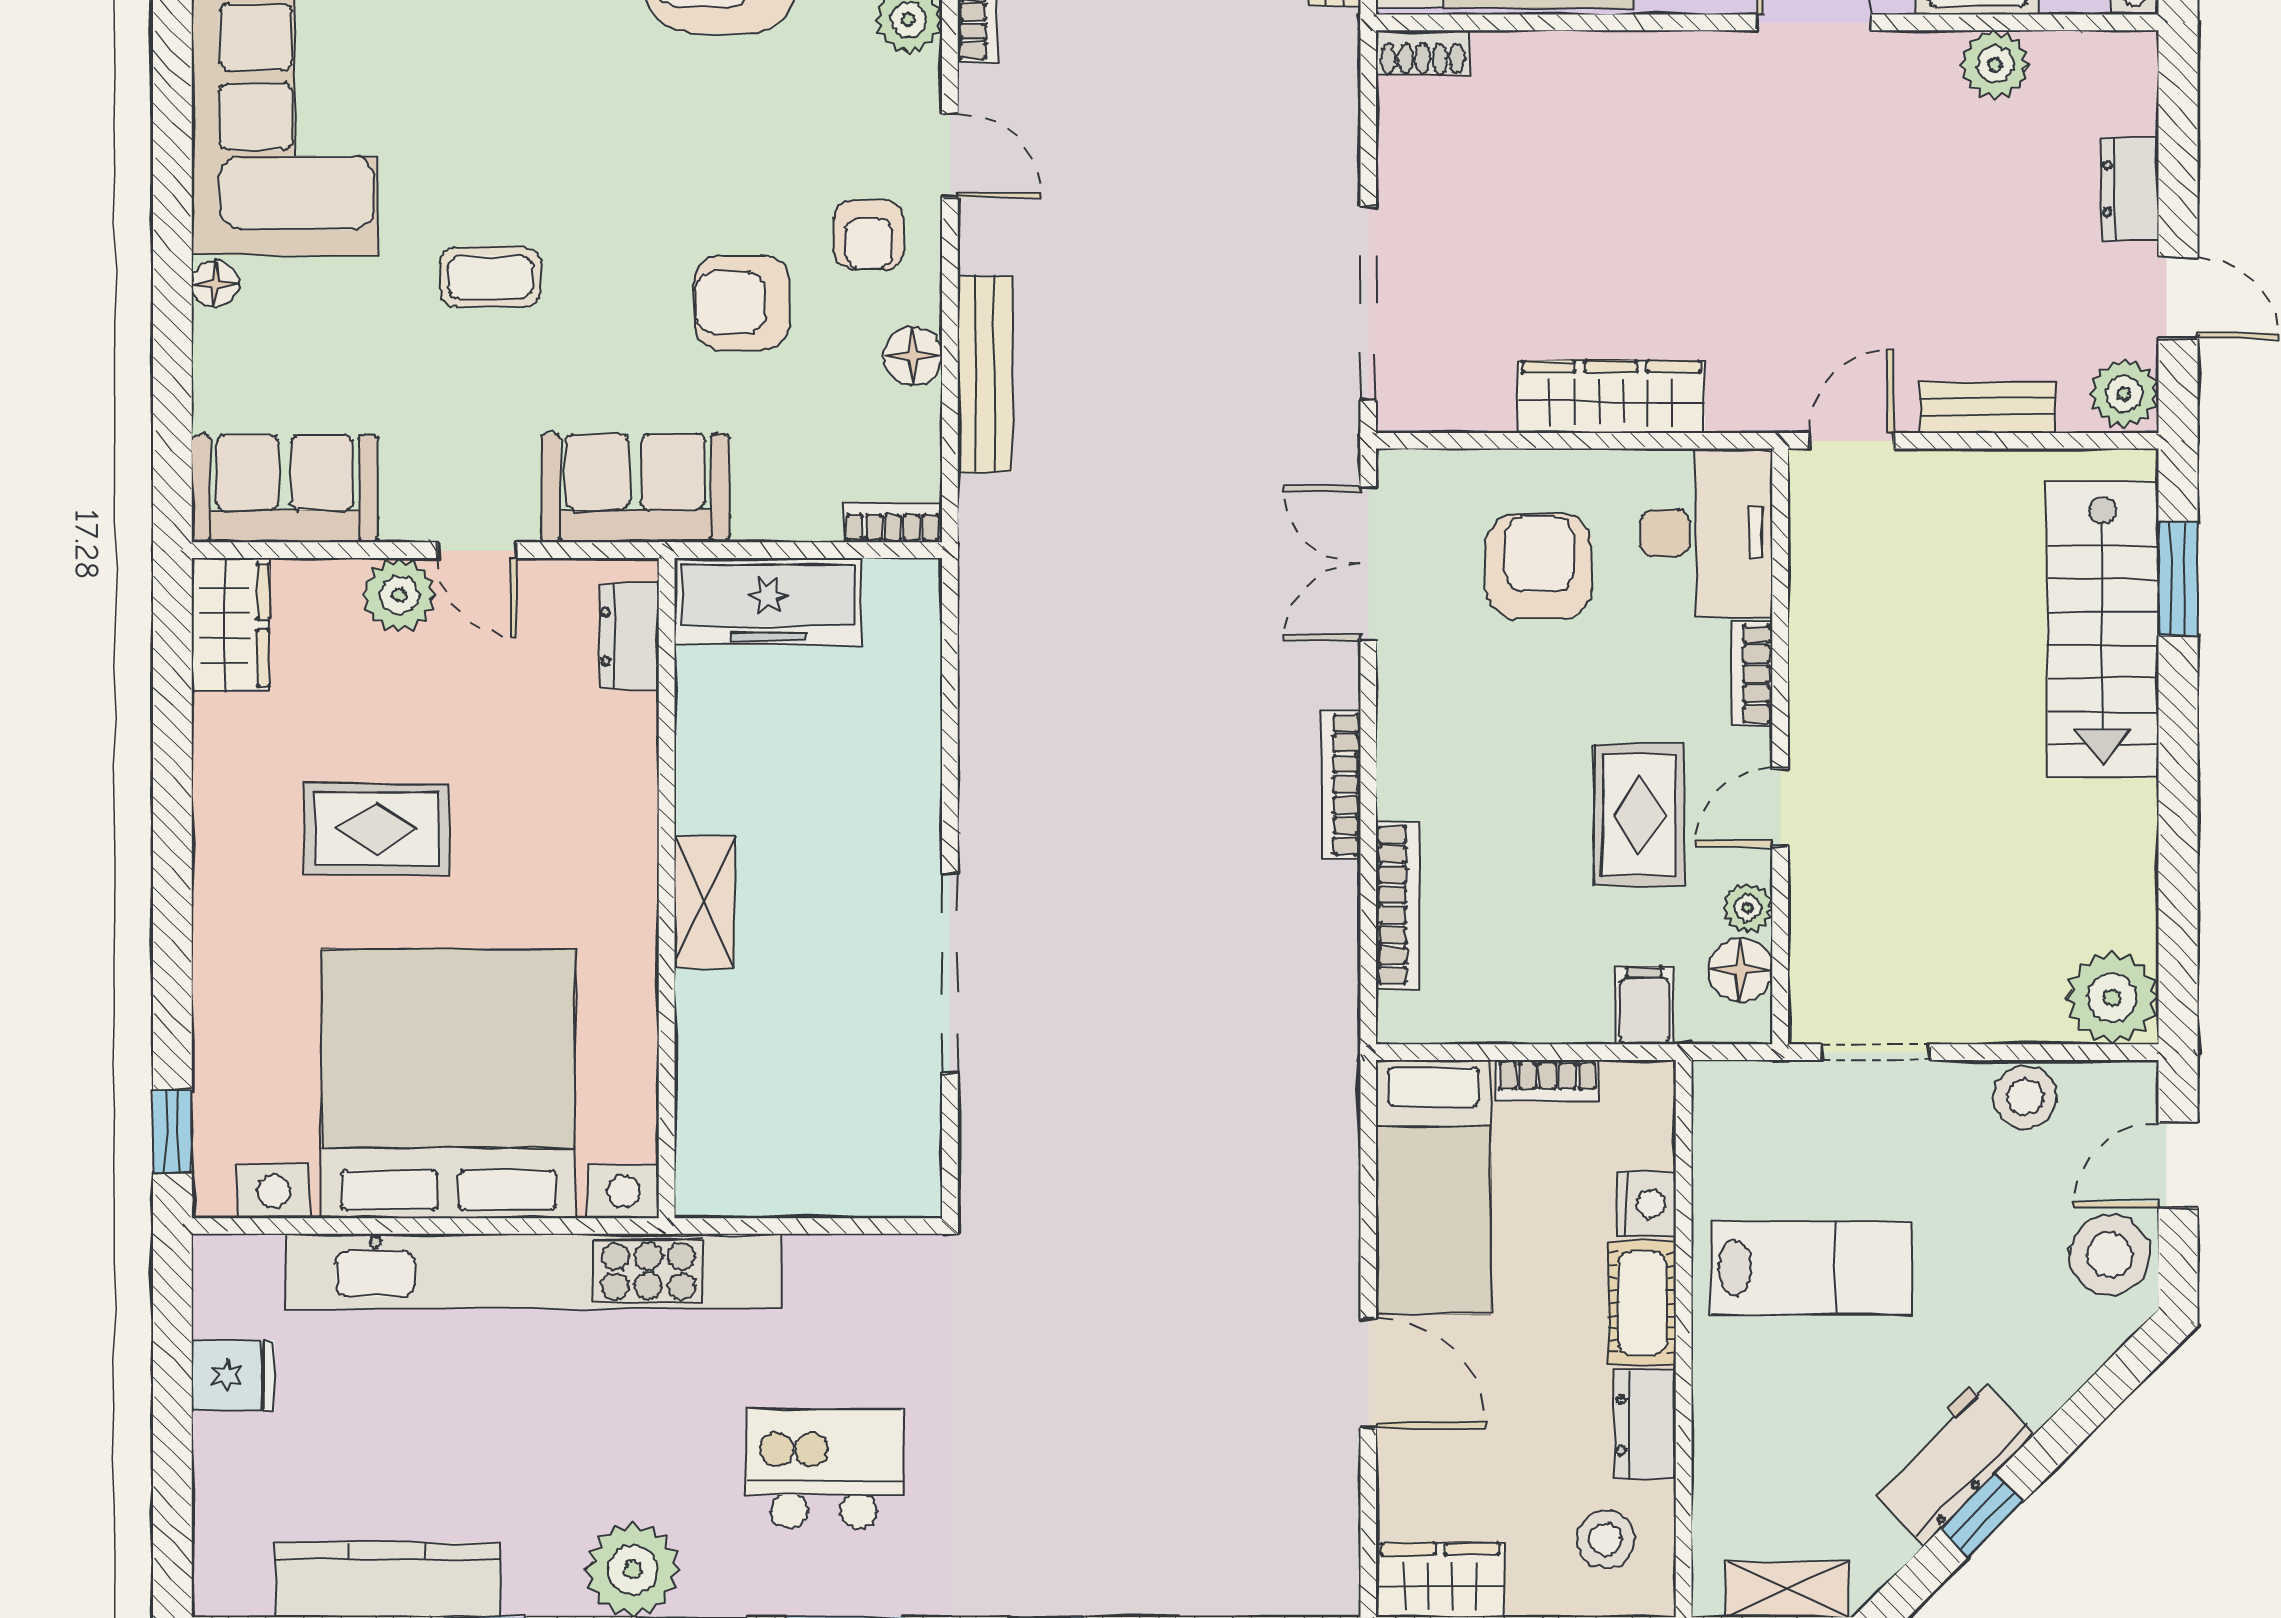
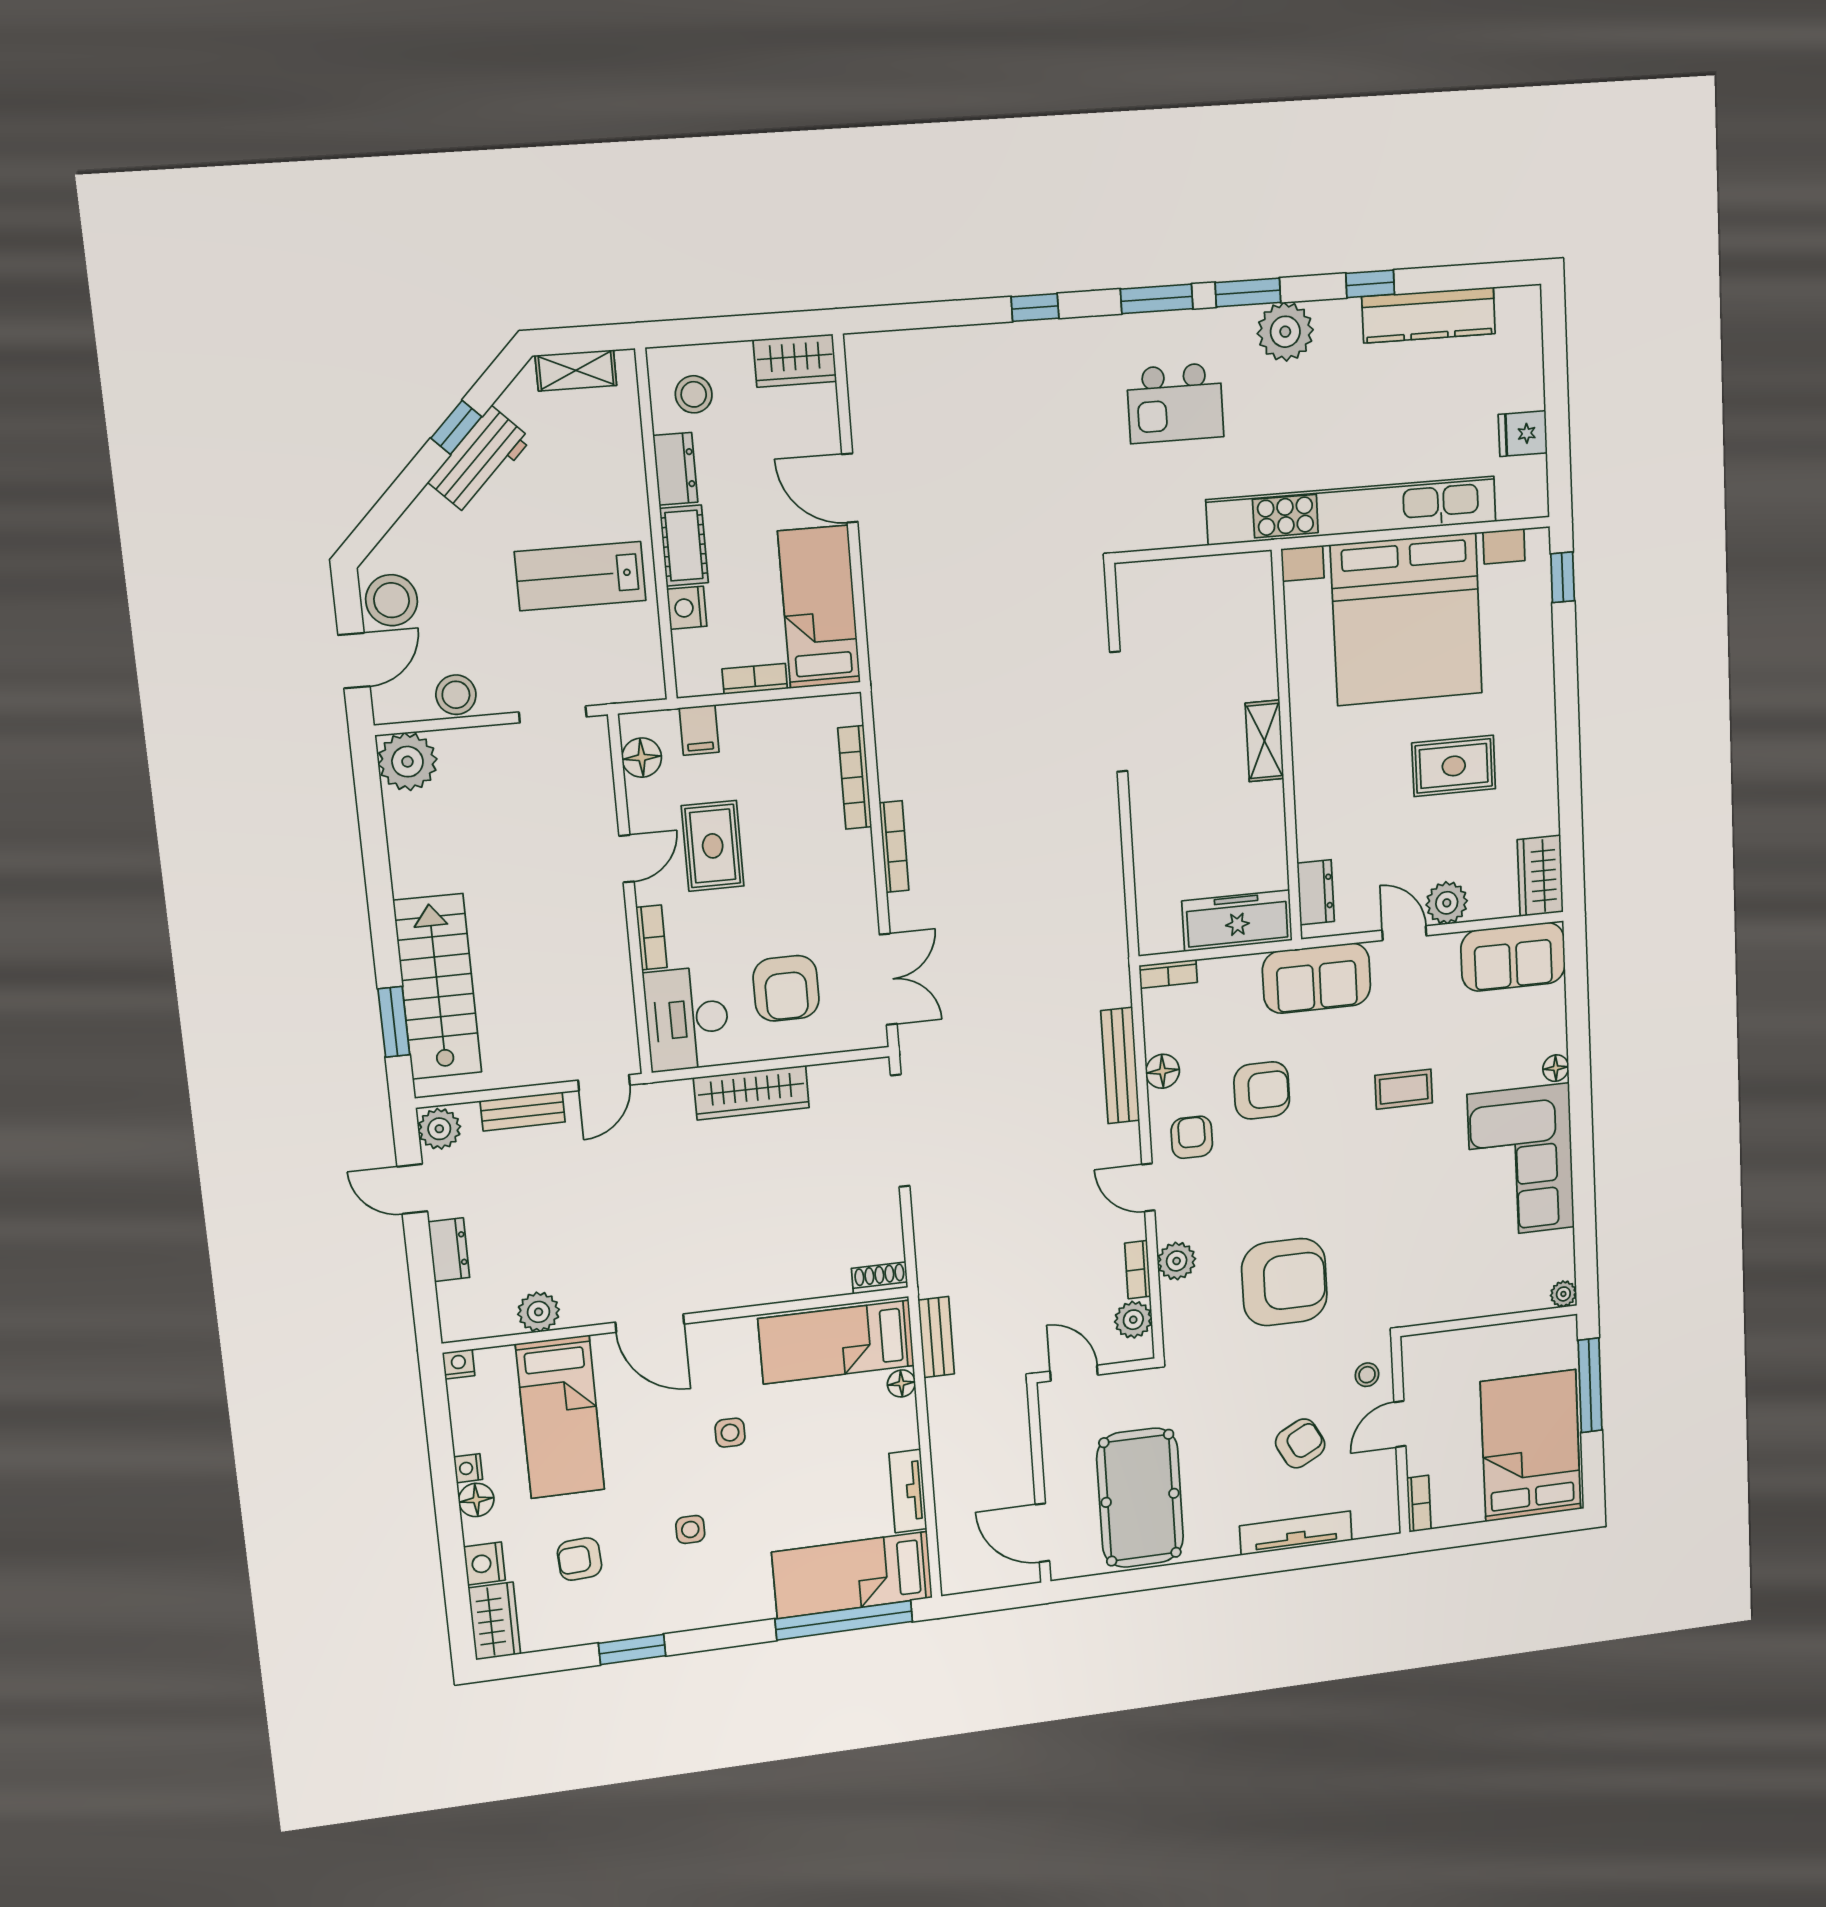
plant: (1748, 908) -> (641, 796), removed

